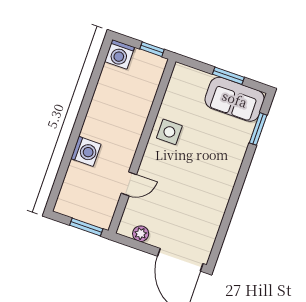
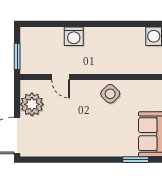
side table: (169, 132) -> (110, 94), turned 45
plant: (141, 234) -> (32, 104), width x1.88, depth x1.88

